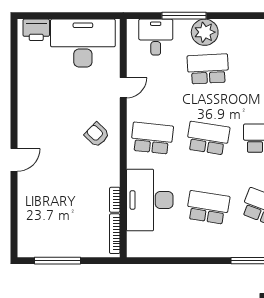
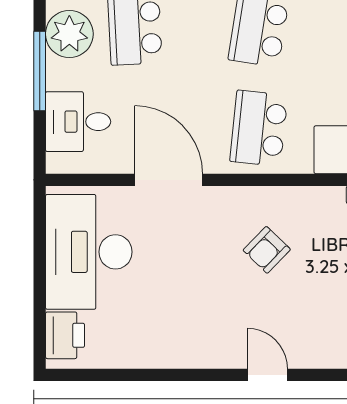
door: (123, 88) -> (169, 180), width x1.88
armchair: (97, 135) -> (267, 250), moved
door: (14, 160) -> (267, 375), moved

